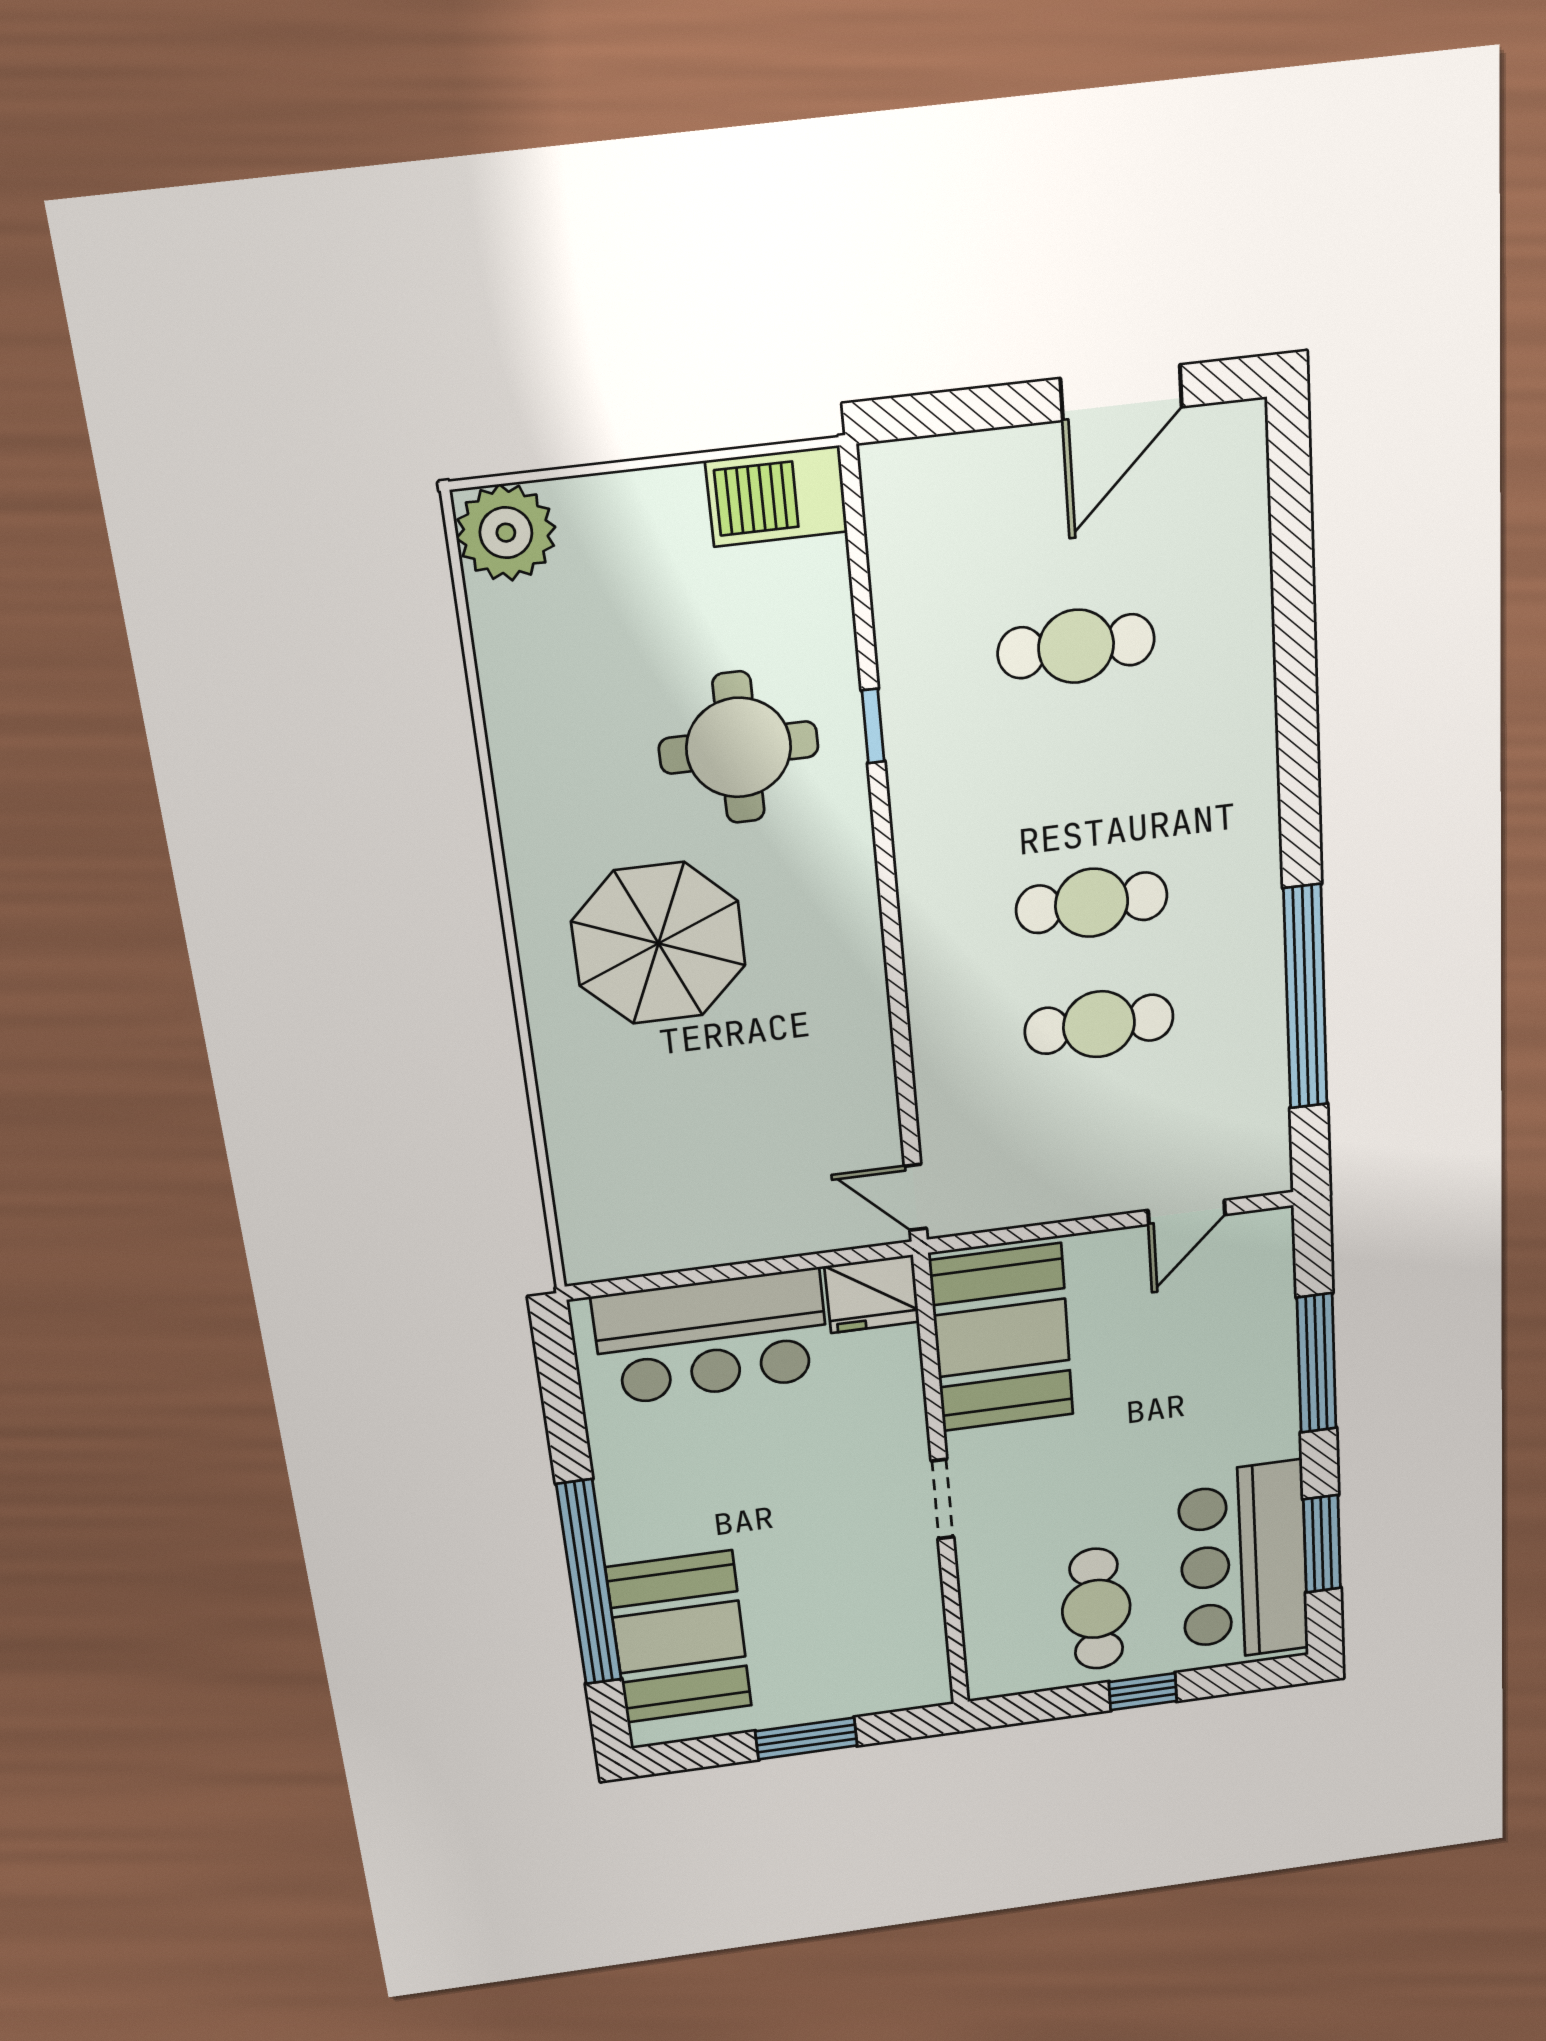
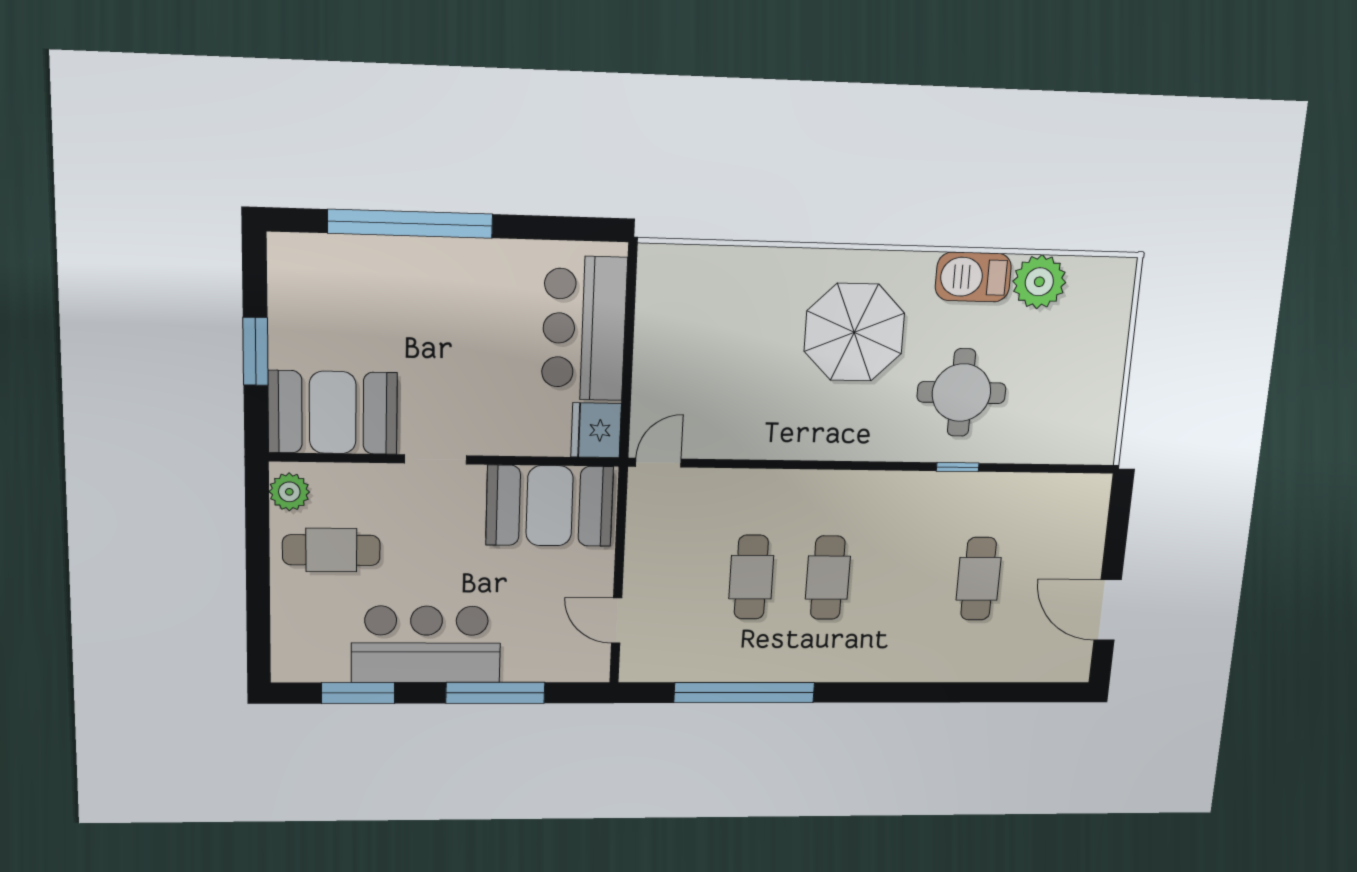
barbecue: (777, 496) -> (973, 277), moved, turned -90
plant: (506, 533) -> (1039, 282), moved
bar counter: (1244, 1563) -> (426, 644), moved
booth: (679, 1637) -> (333, 413), moved
plant: (1011, 1671) -> (289, 492), added
window: (1143, 1692) -> (258, 576), removed

